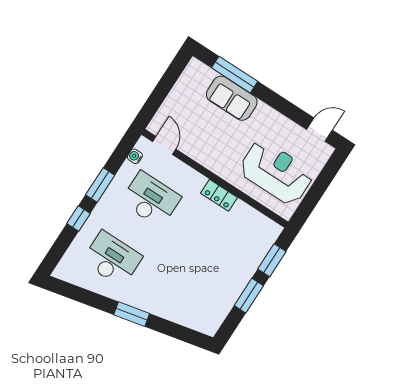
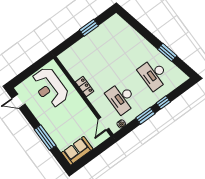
window: (235, 75) -> (45, 137), moved
sofa: (232, 98) -> (77, 151), moved, turned -90
window: (272, 260) -> (70, 42), removed
window: (132, 314) -> (167, 52), moved

